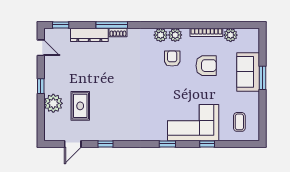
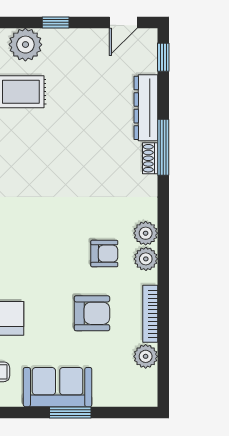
armchair: (206, 66) -> (92, 313), turned -90
sofa: (248, 72) -> (58, 387), moved

